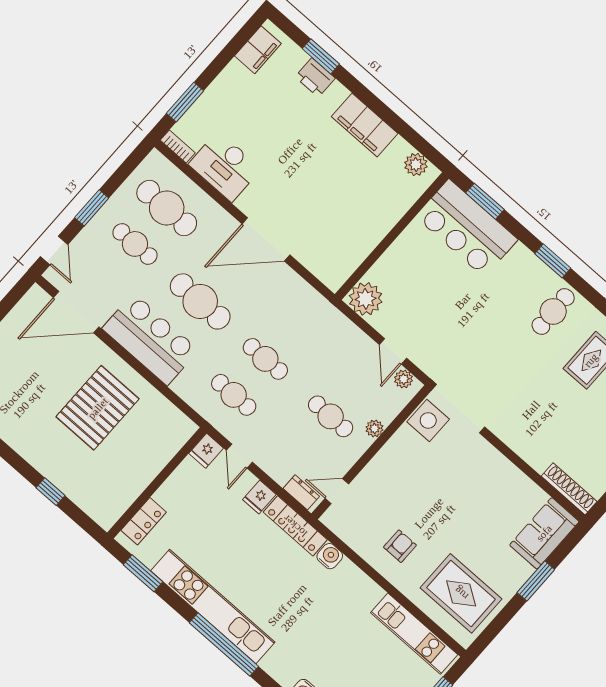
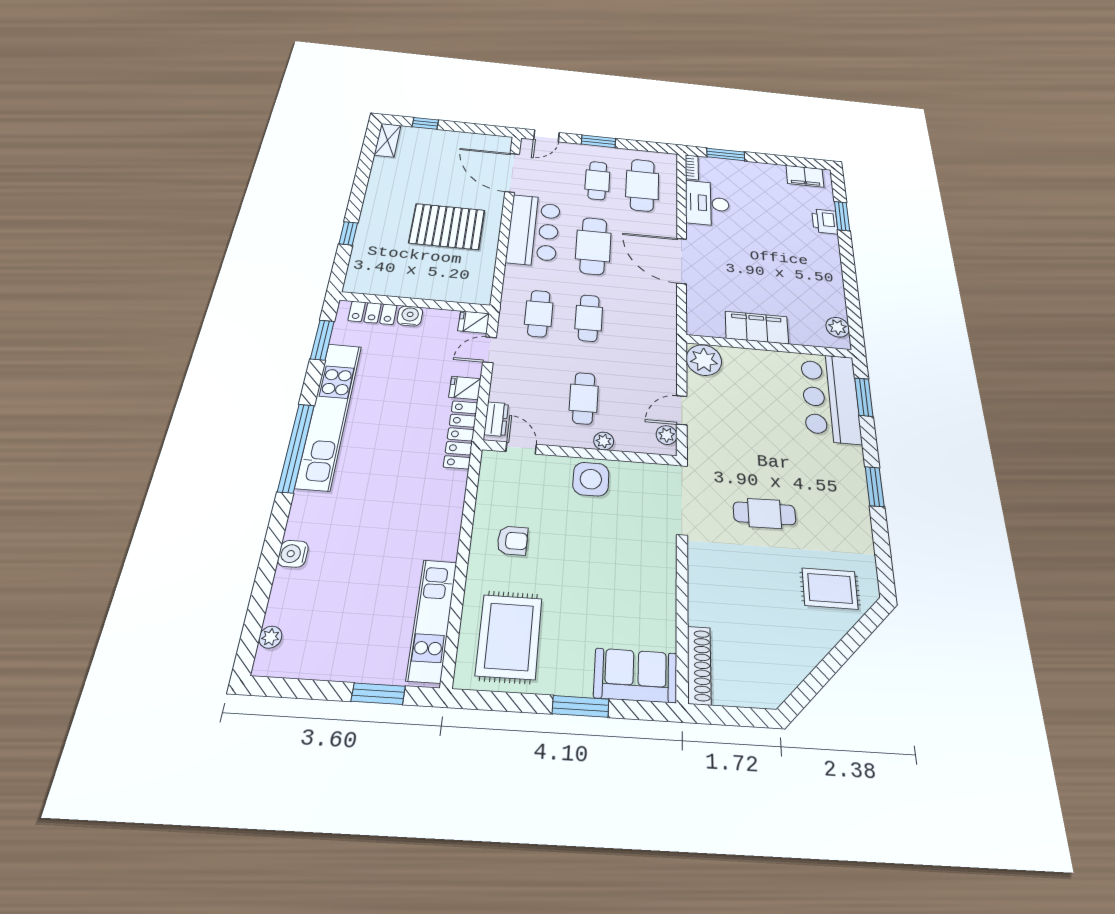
filing cabinet: (365, 125) -> (757, 328), moved, turned 90
cafe table: (553, 311) -> (764, 513), moved
side table: (428, 420) -> (591, 479), moved
water cooler: (330, 556) -> (410, 316), moved, turned -90

